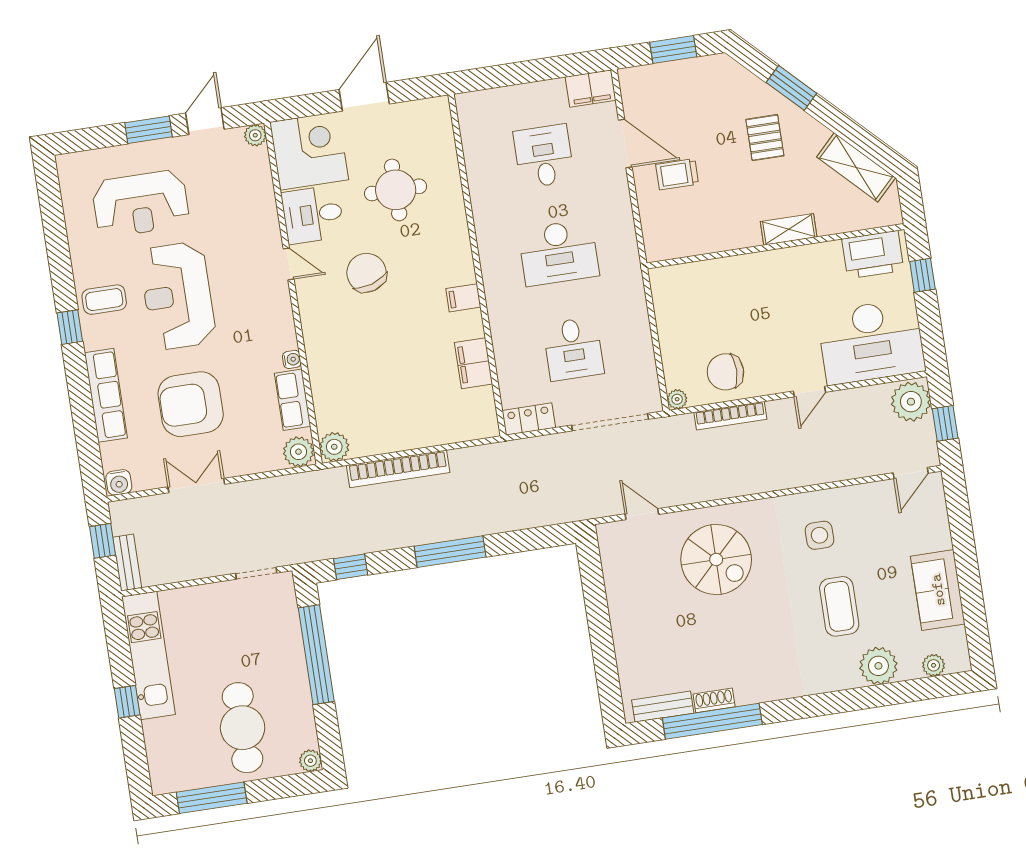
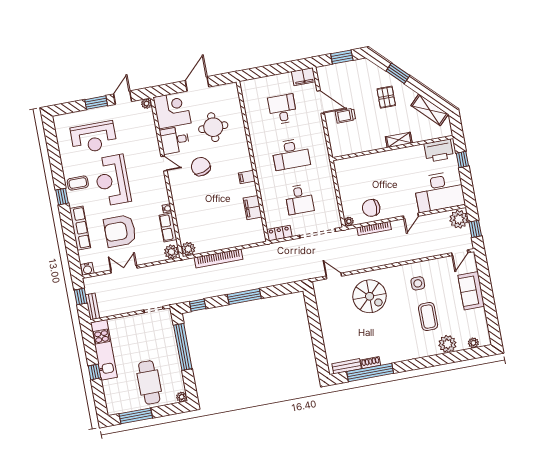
sofa: (938, 590) -> (471, 291), moved

